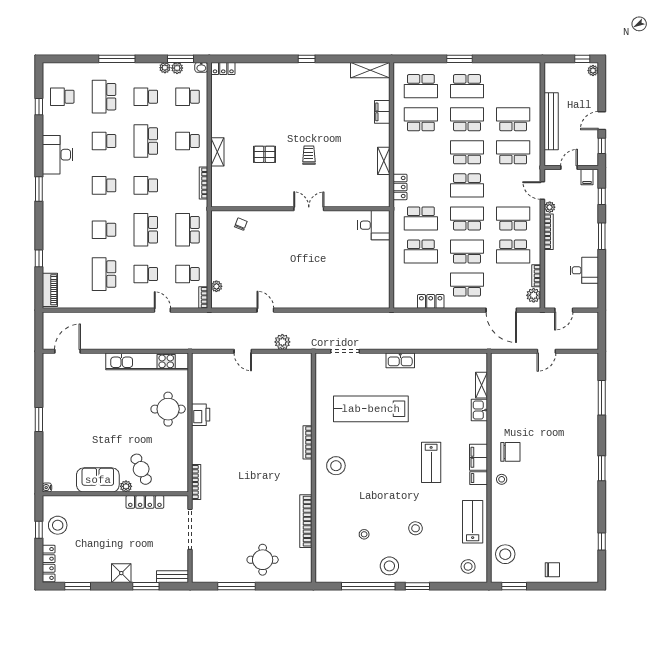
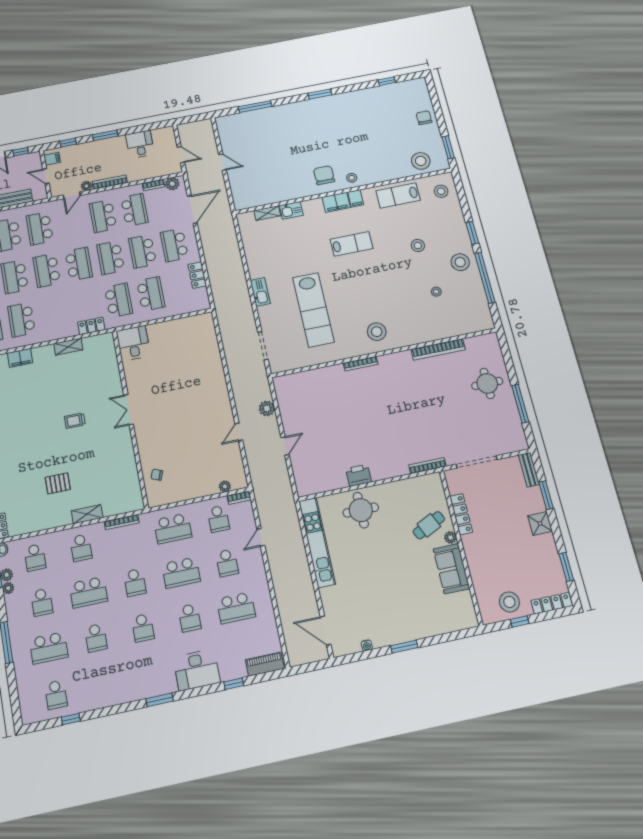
pallet: (265, 154) -> (58, 483), moved, turned 90
desk: (57, 155) -> (197, 670), moved
water cooler: (47, 488) -> (367, 645), moved

